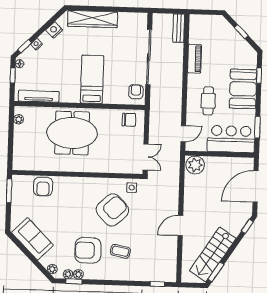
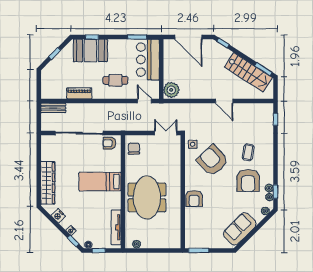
booth: (243, 89) -> (90, 51), moved
armchair: (43, 187) -> (194, 199), moved, turned 90

